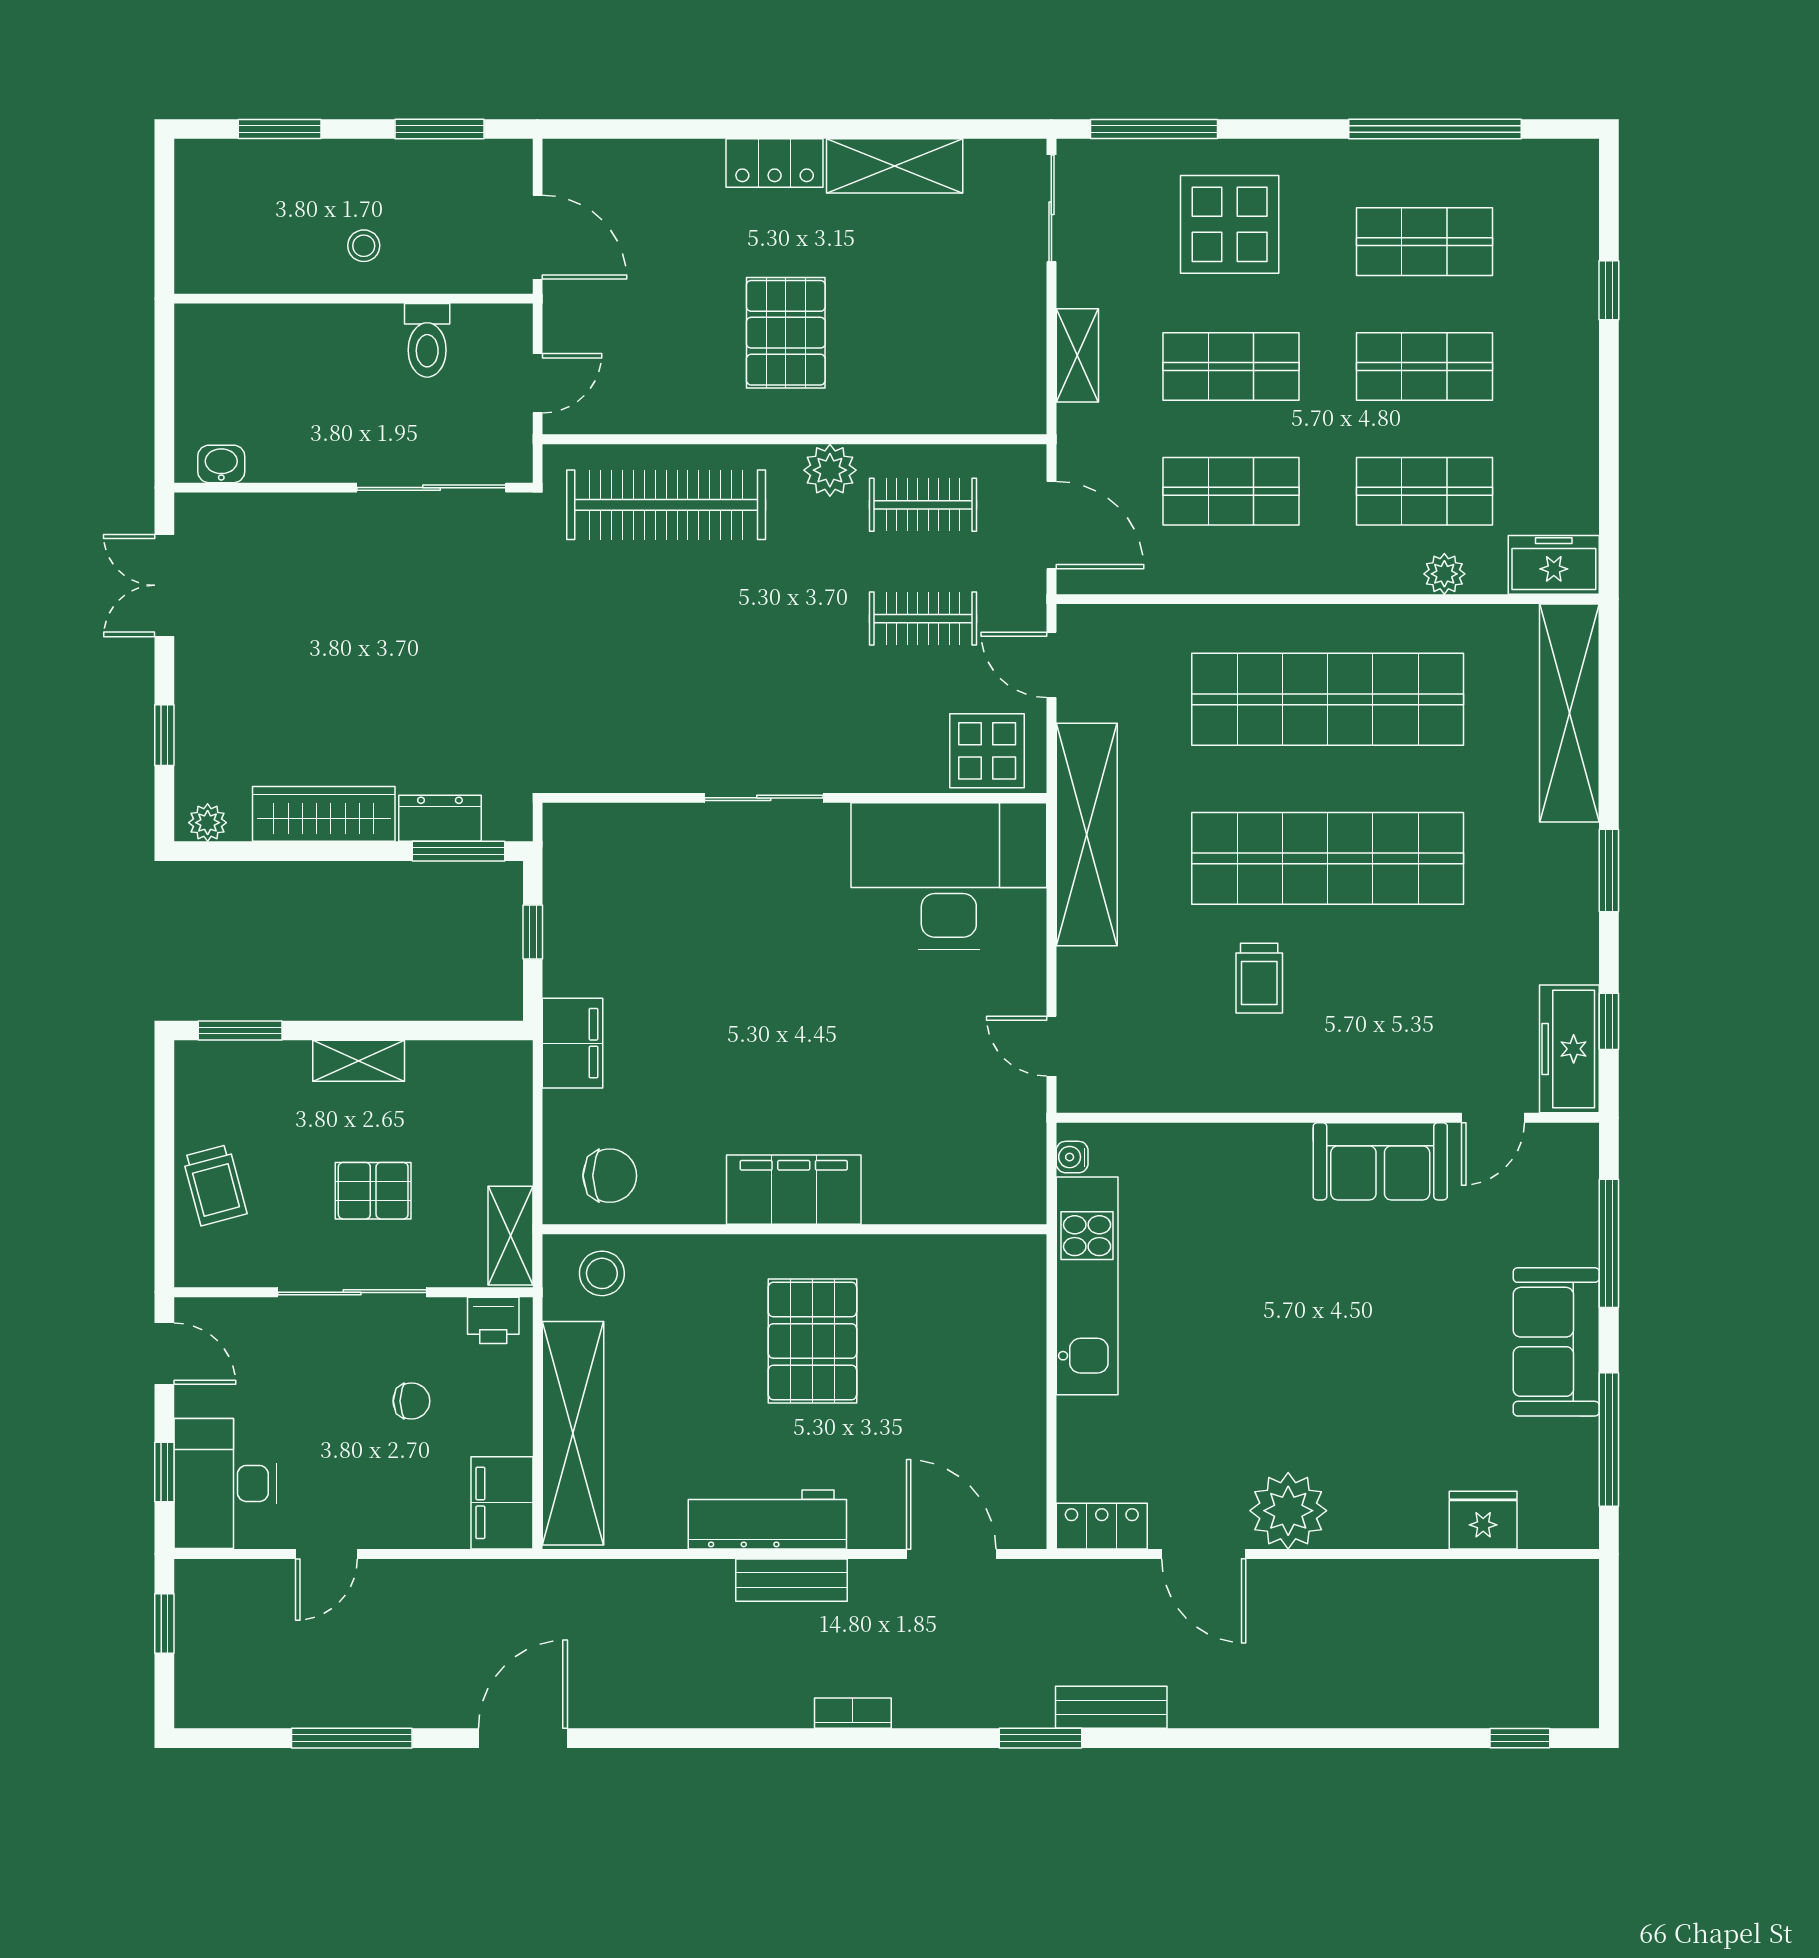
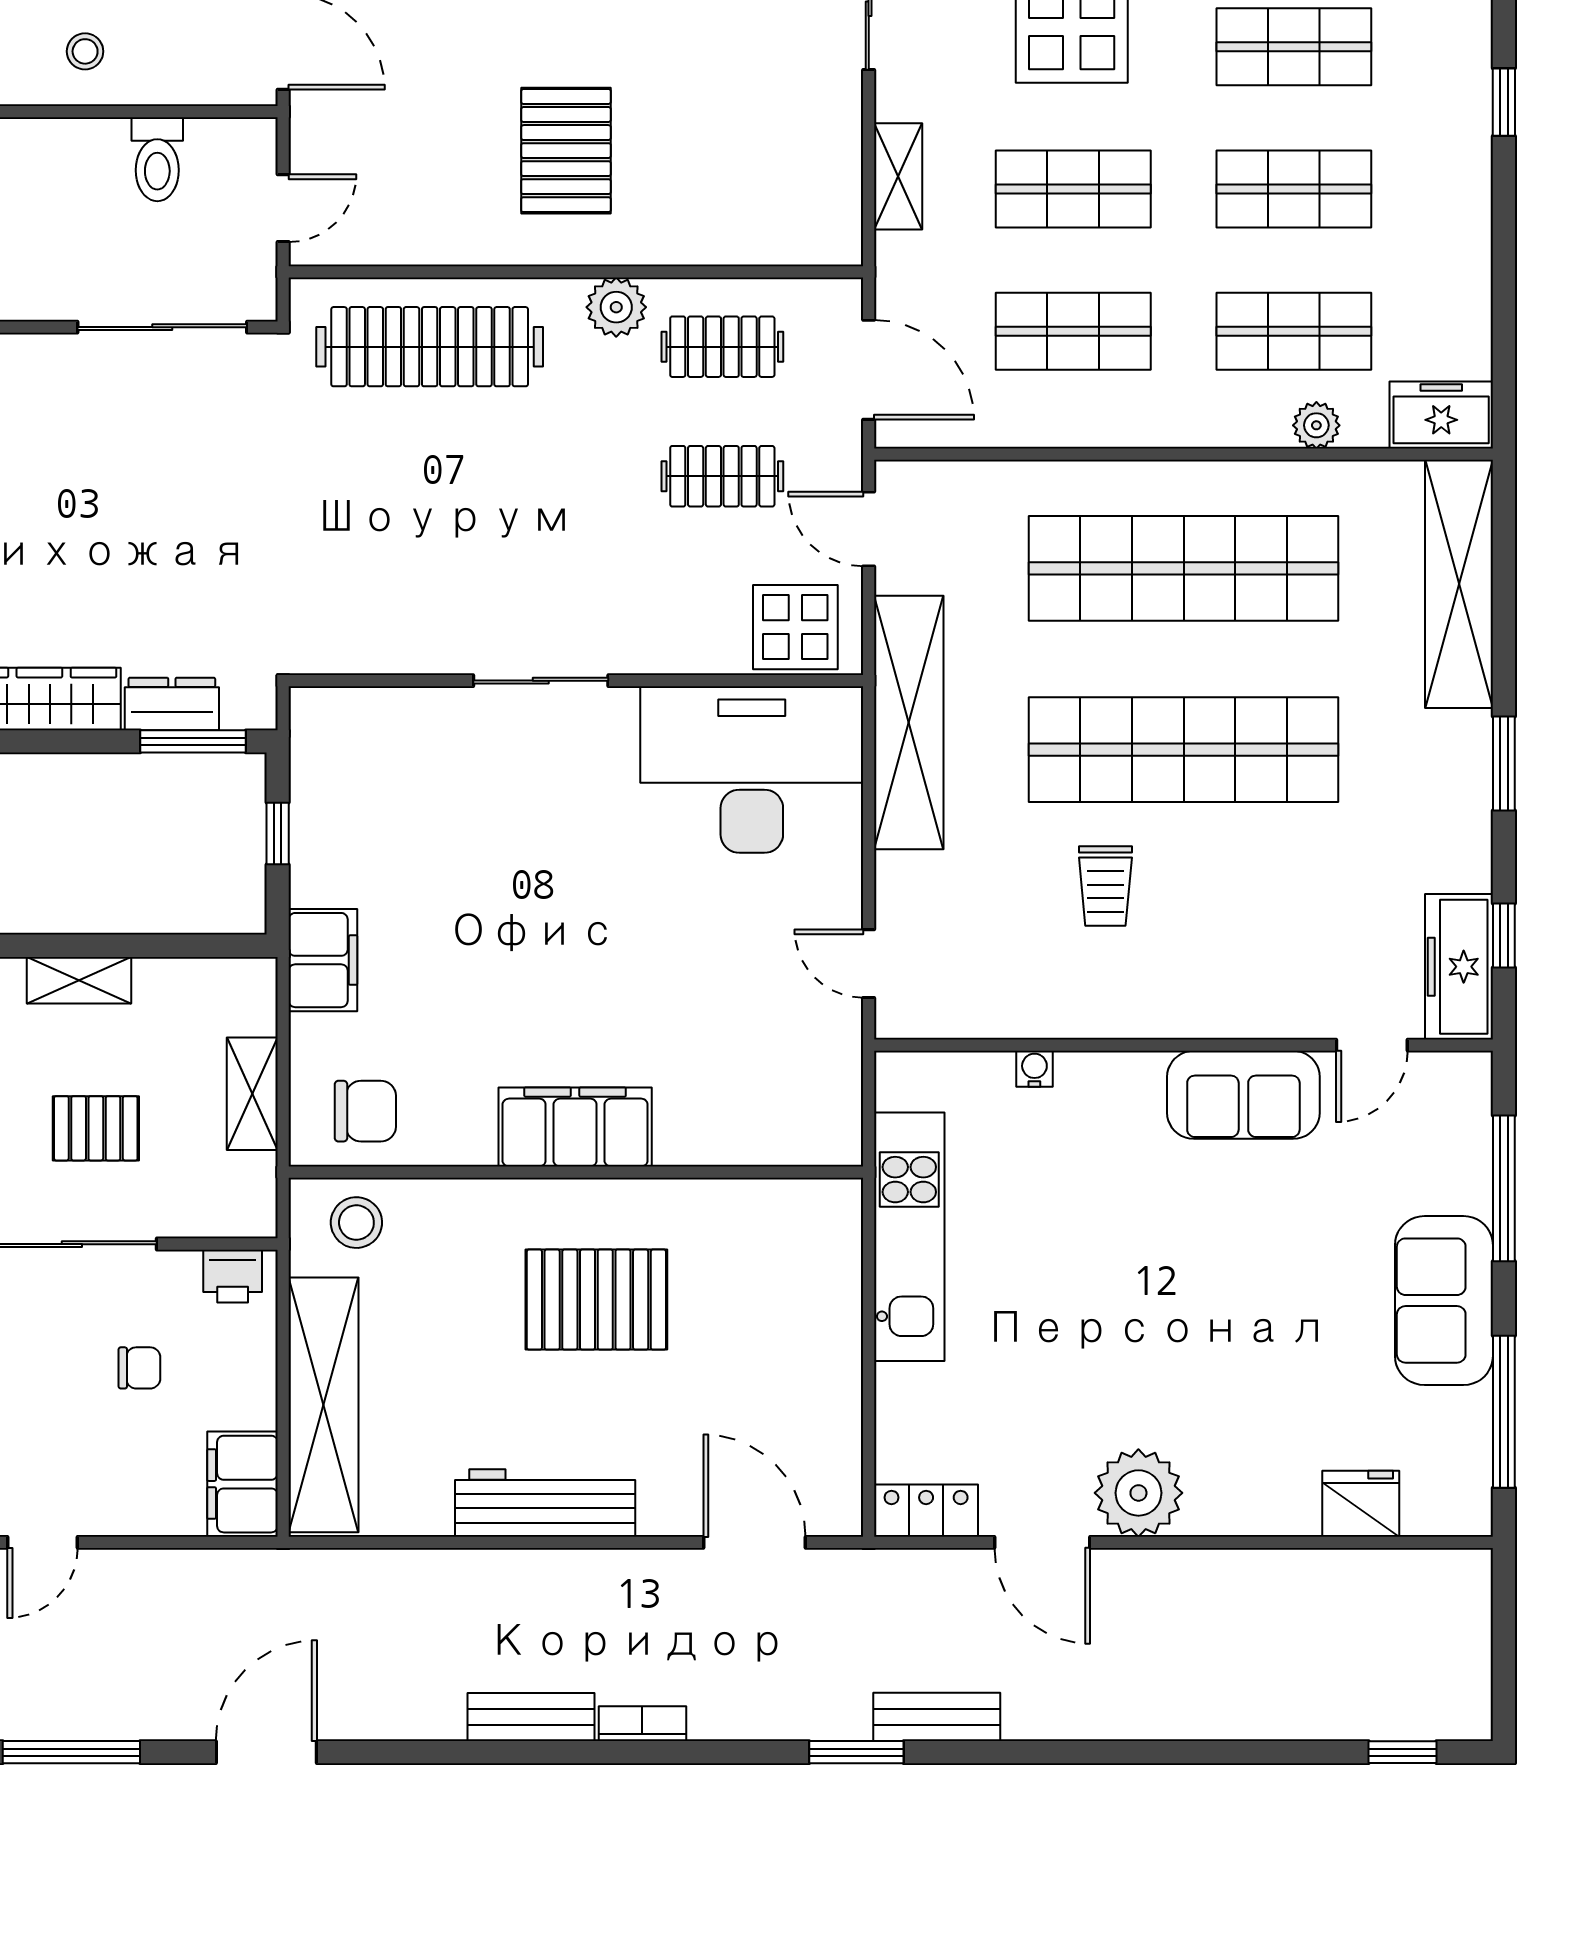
water cooler: (1072, 1157) -> (1034, 1069), moved, turned 90
shelving: (511, 1236) -> (252, 1094), moved
pallet: (812, 1341) -> (596, 1300), turned 90
bench: (792, 1580) -> (531, 1717), moved

